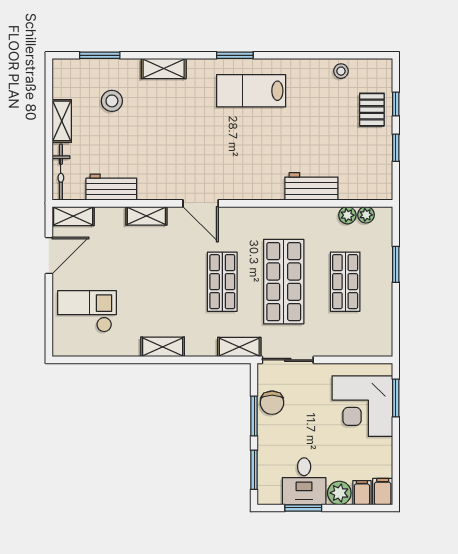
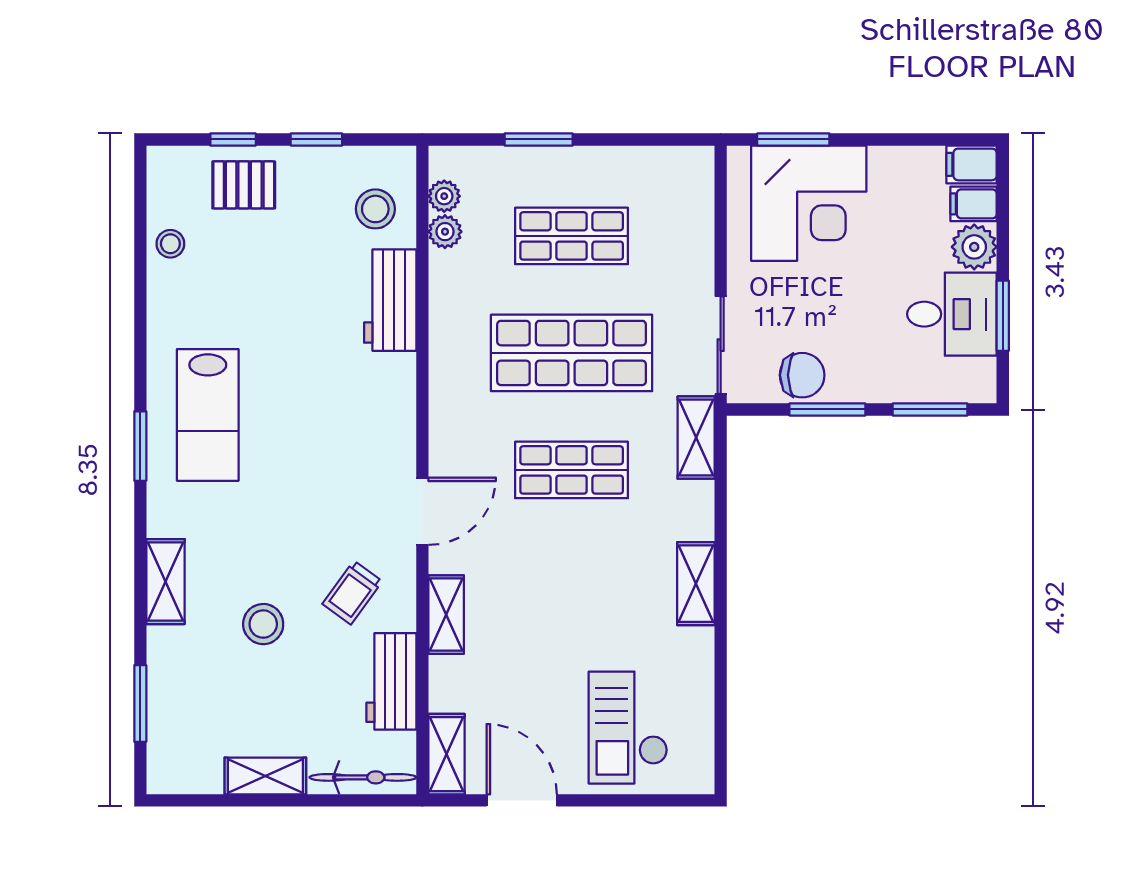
stool: (112, 101) -> (263, 624), moved
trolley: (158, 167) -> (352, 593), added
stool: (359, 179) -> (375, 209), added

